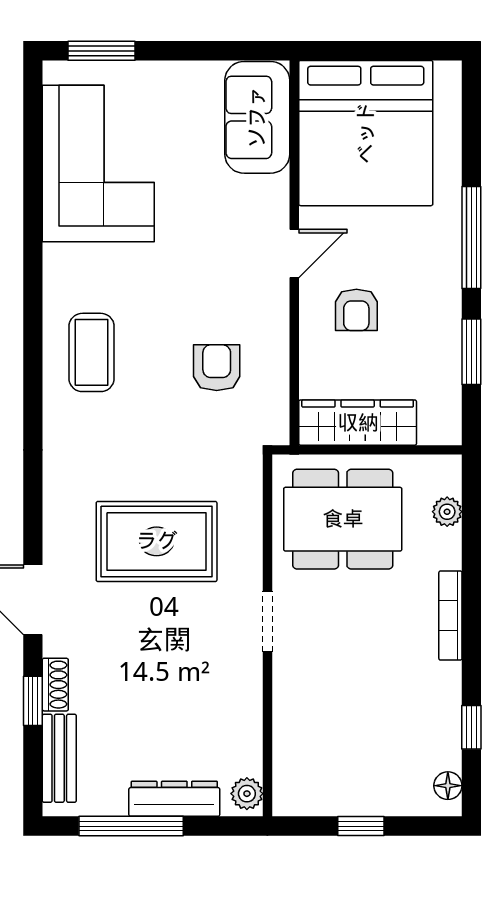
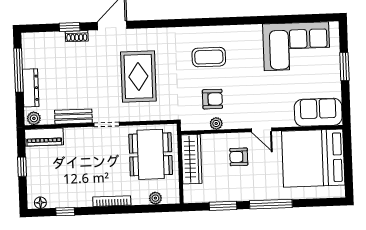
window: (102, 51) -> (344, 66), moved
coffee table: (92, 352) -> (209, 57), moved
plant: (275, 361) -> (216, 123), added
bench: (59, 758) -> (73, 117), moved
piano: (292, 771) -> (44, 137), added

